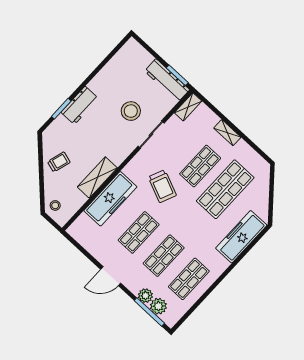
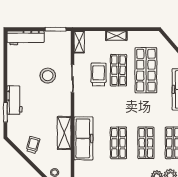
workbench: (167, 80) -> (26, 38), moved
trolley: (162, 186) -> (99, 74), moved, turned -113

